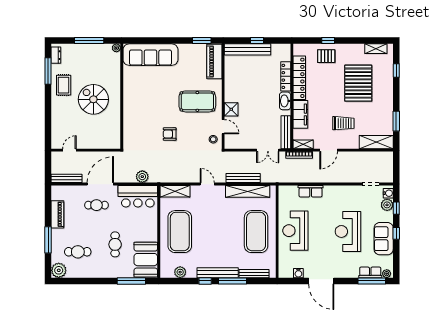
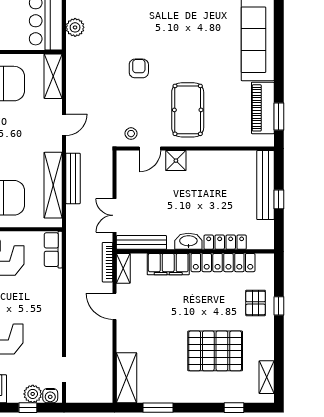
piano: (214, 62) -> (263, 108), moved, turned -90
trolley: (343, 123) -> (155, 328), removed
row of seats: (311, 191) -> (53, 250), moved

